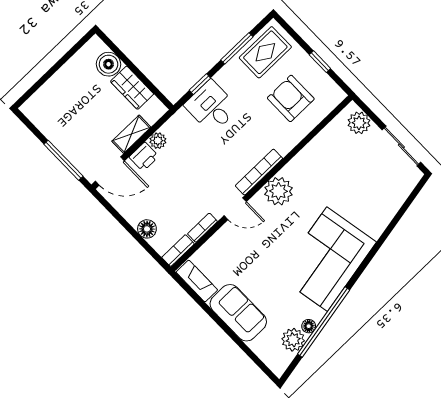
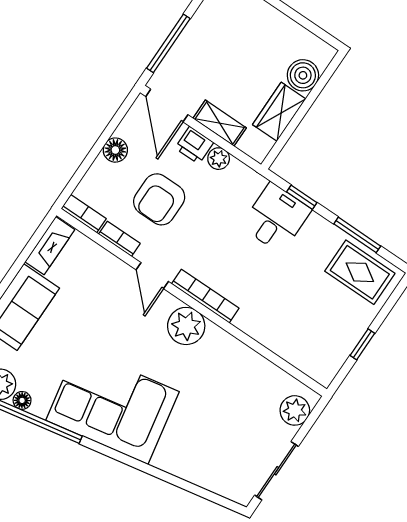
armchair: (291, 98) -> (159, 199), moved, turned 180
floor lamp: (147, 229) -> (115, 150), moved

